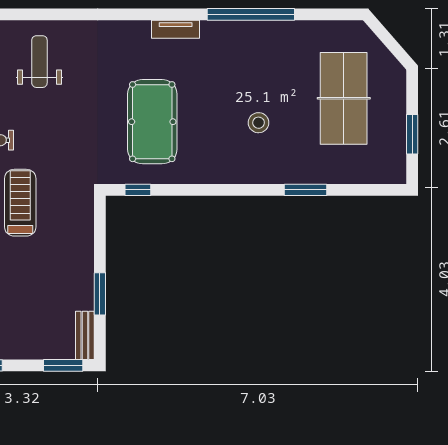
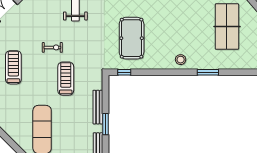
stool: (259, 123) -> (181, 60), moved
bench: (85, 260) -> (98, 107), added

